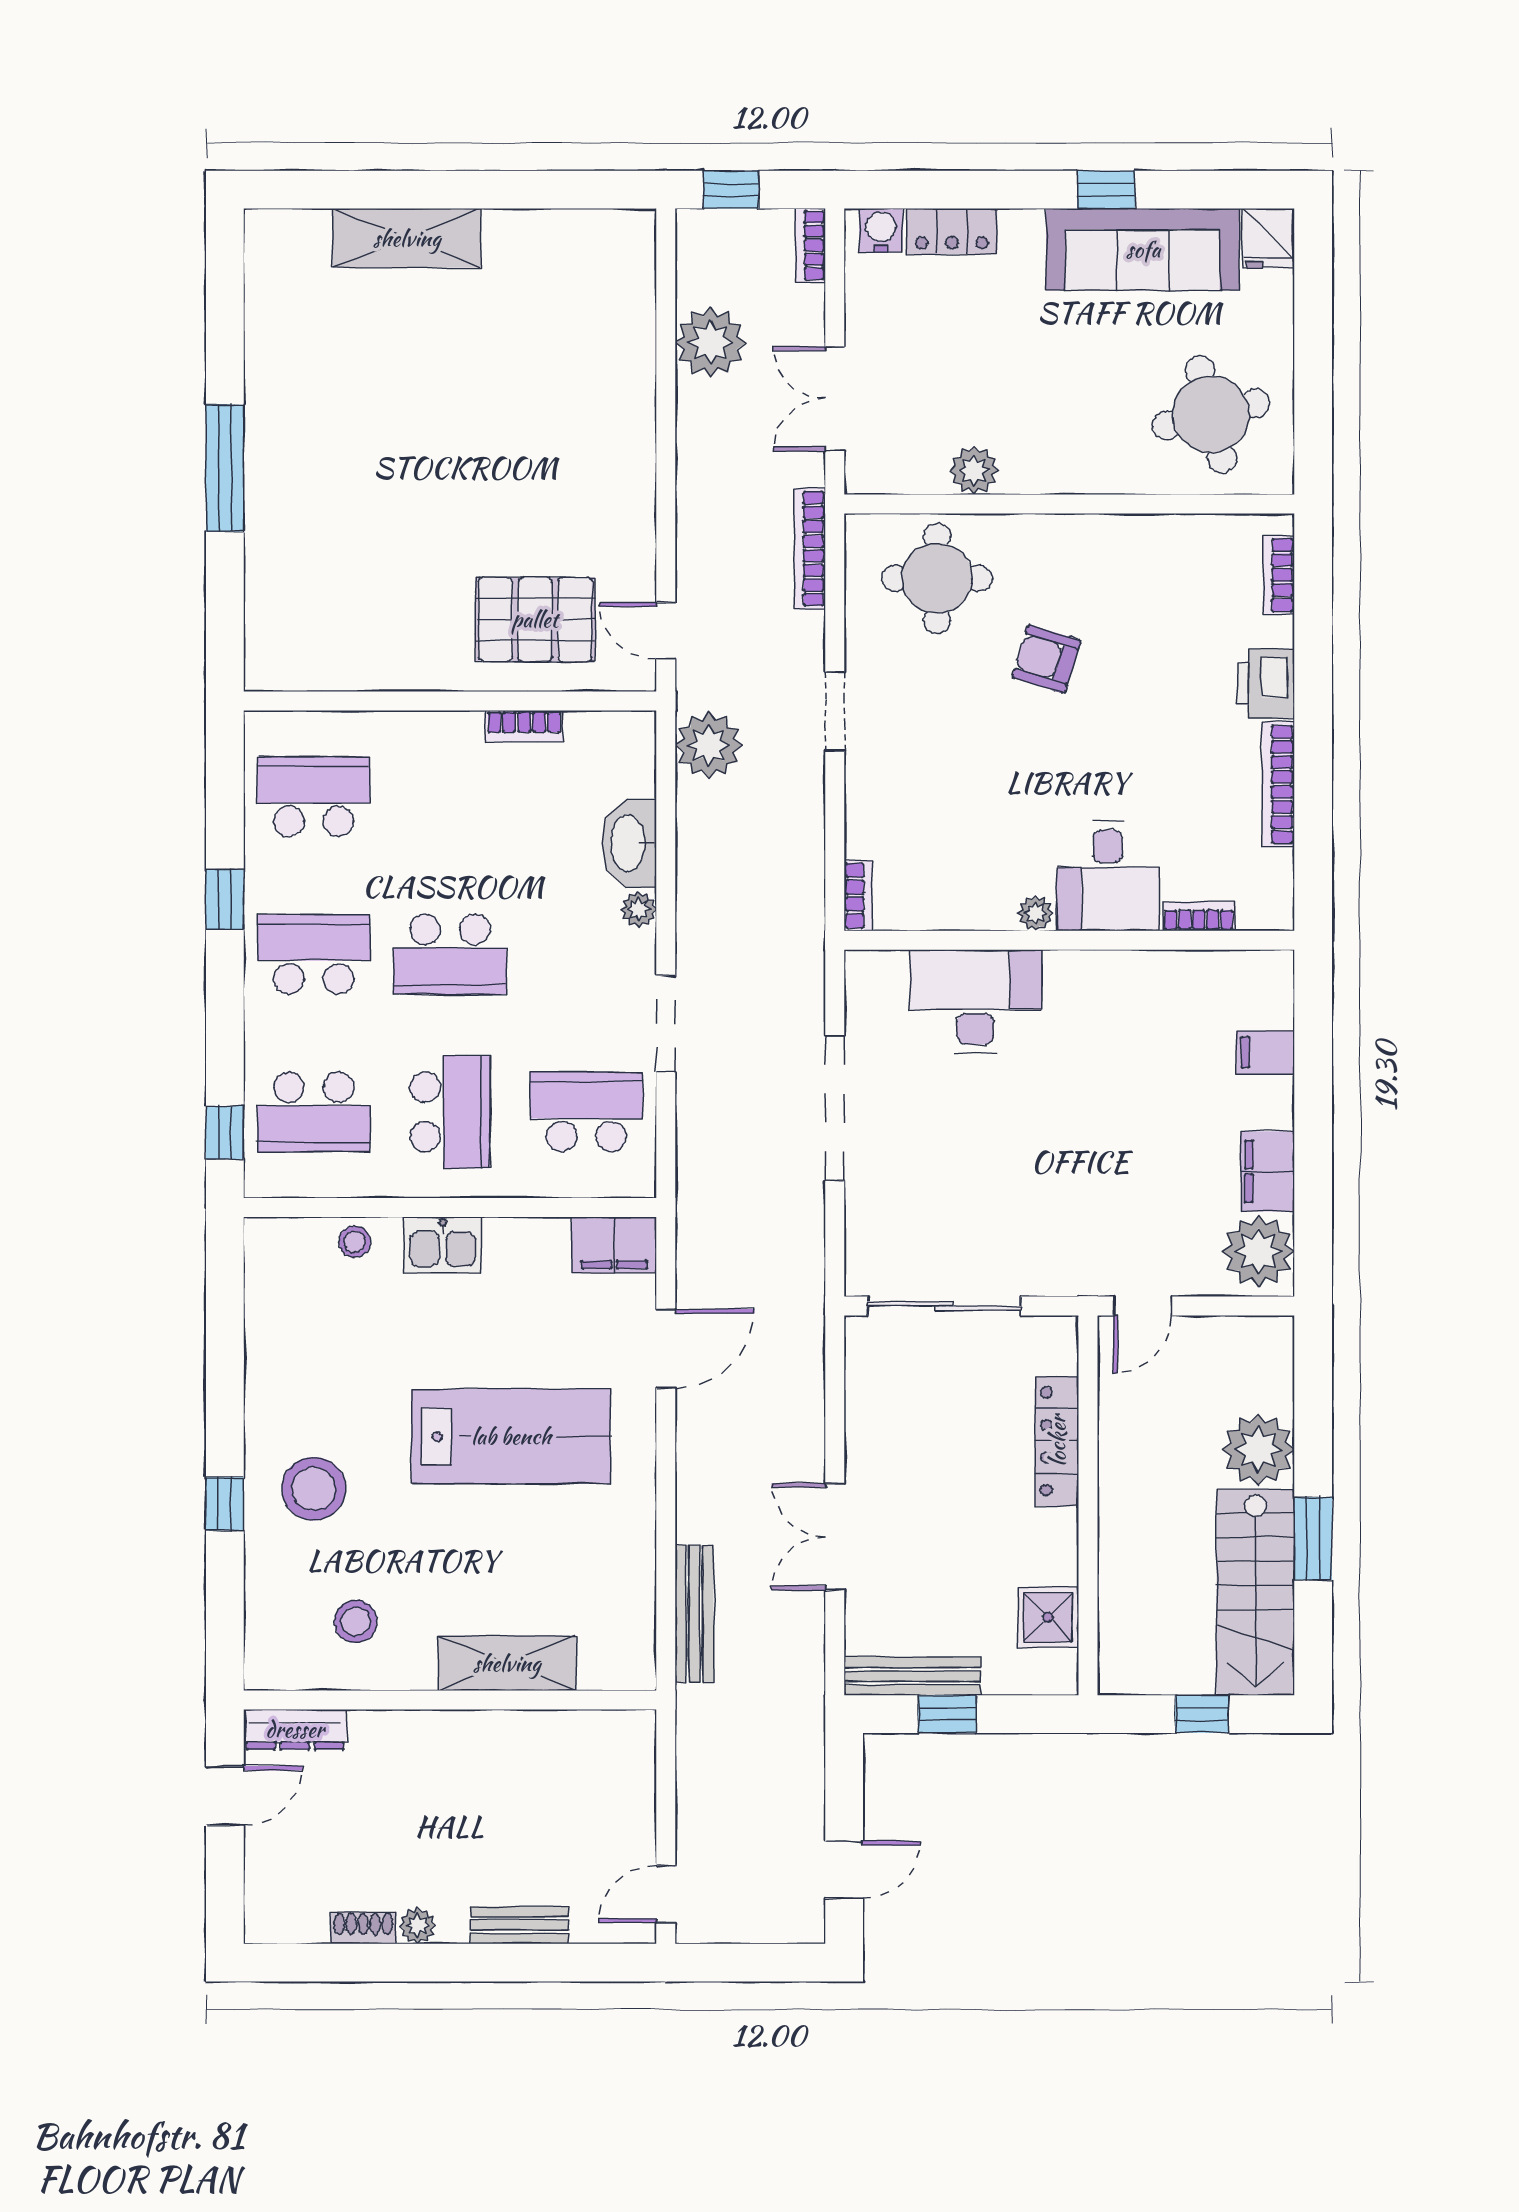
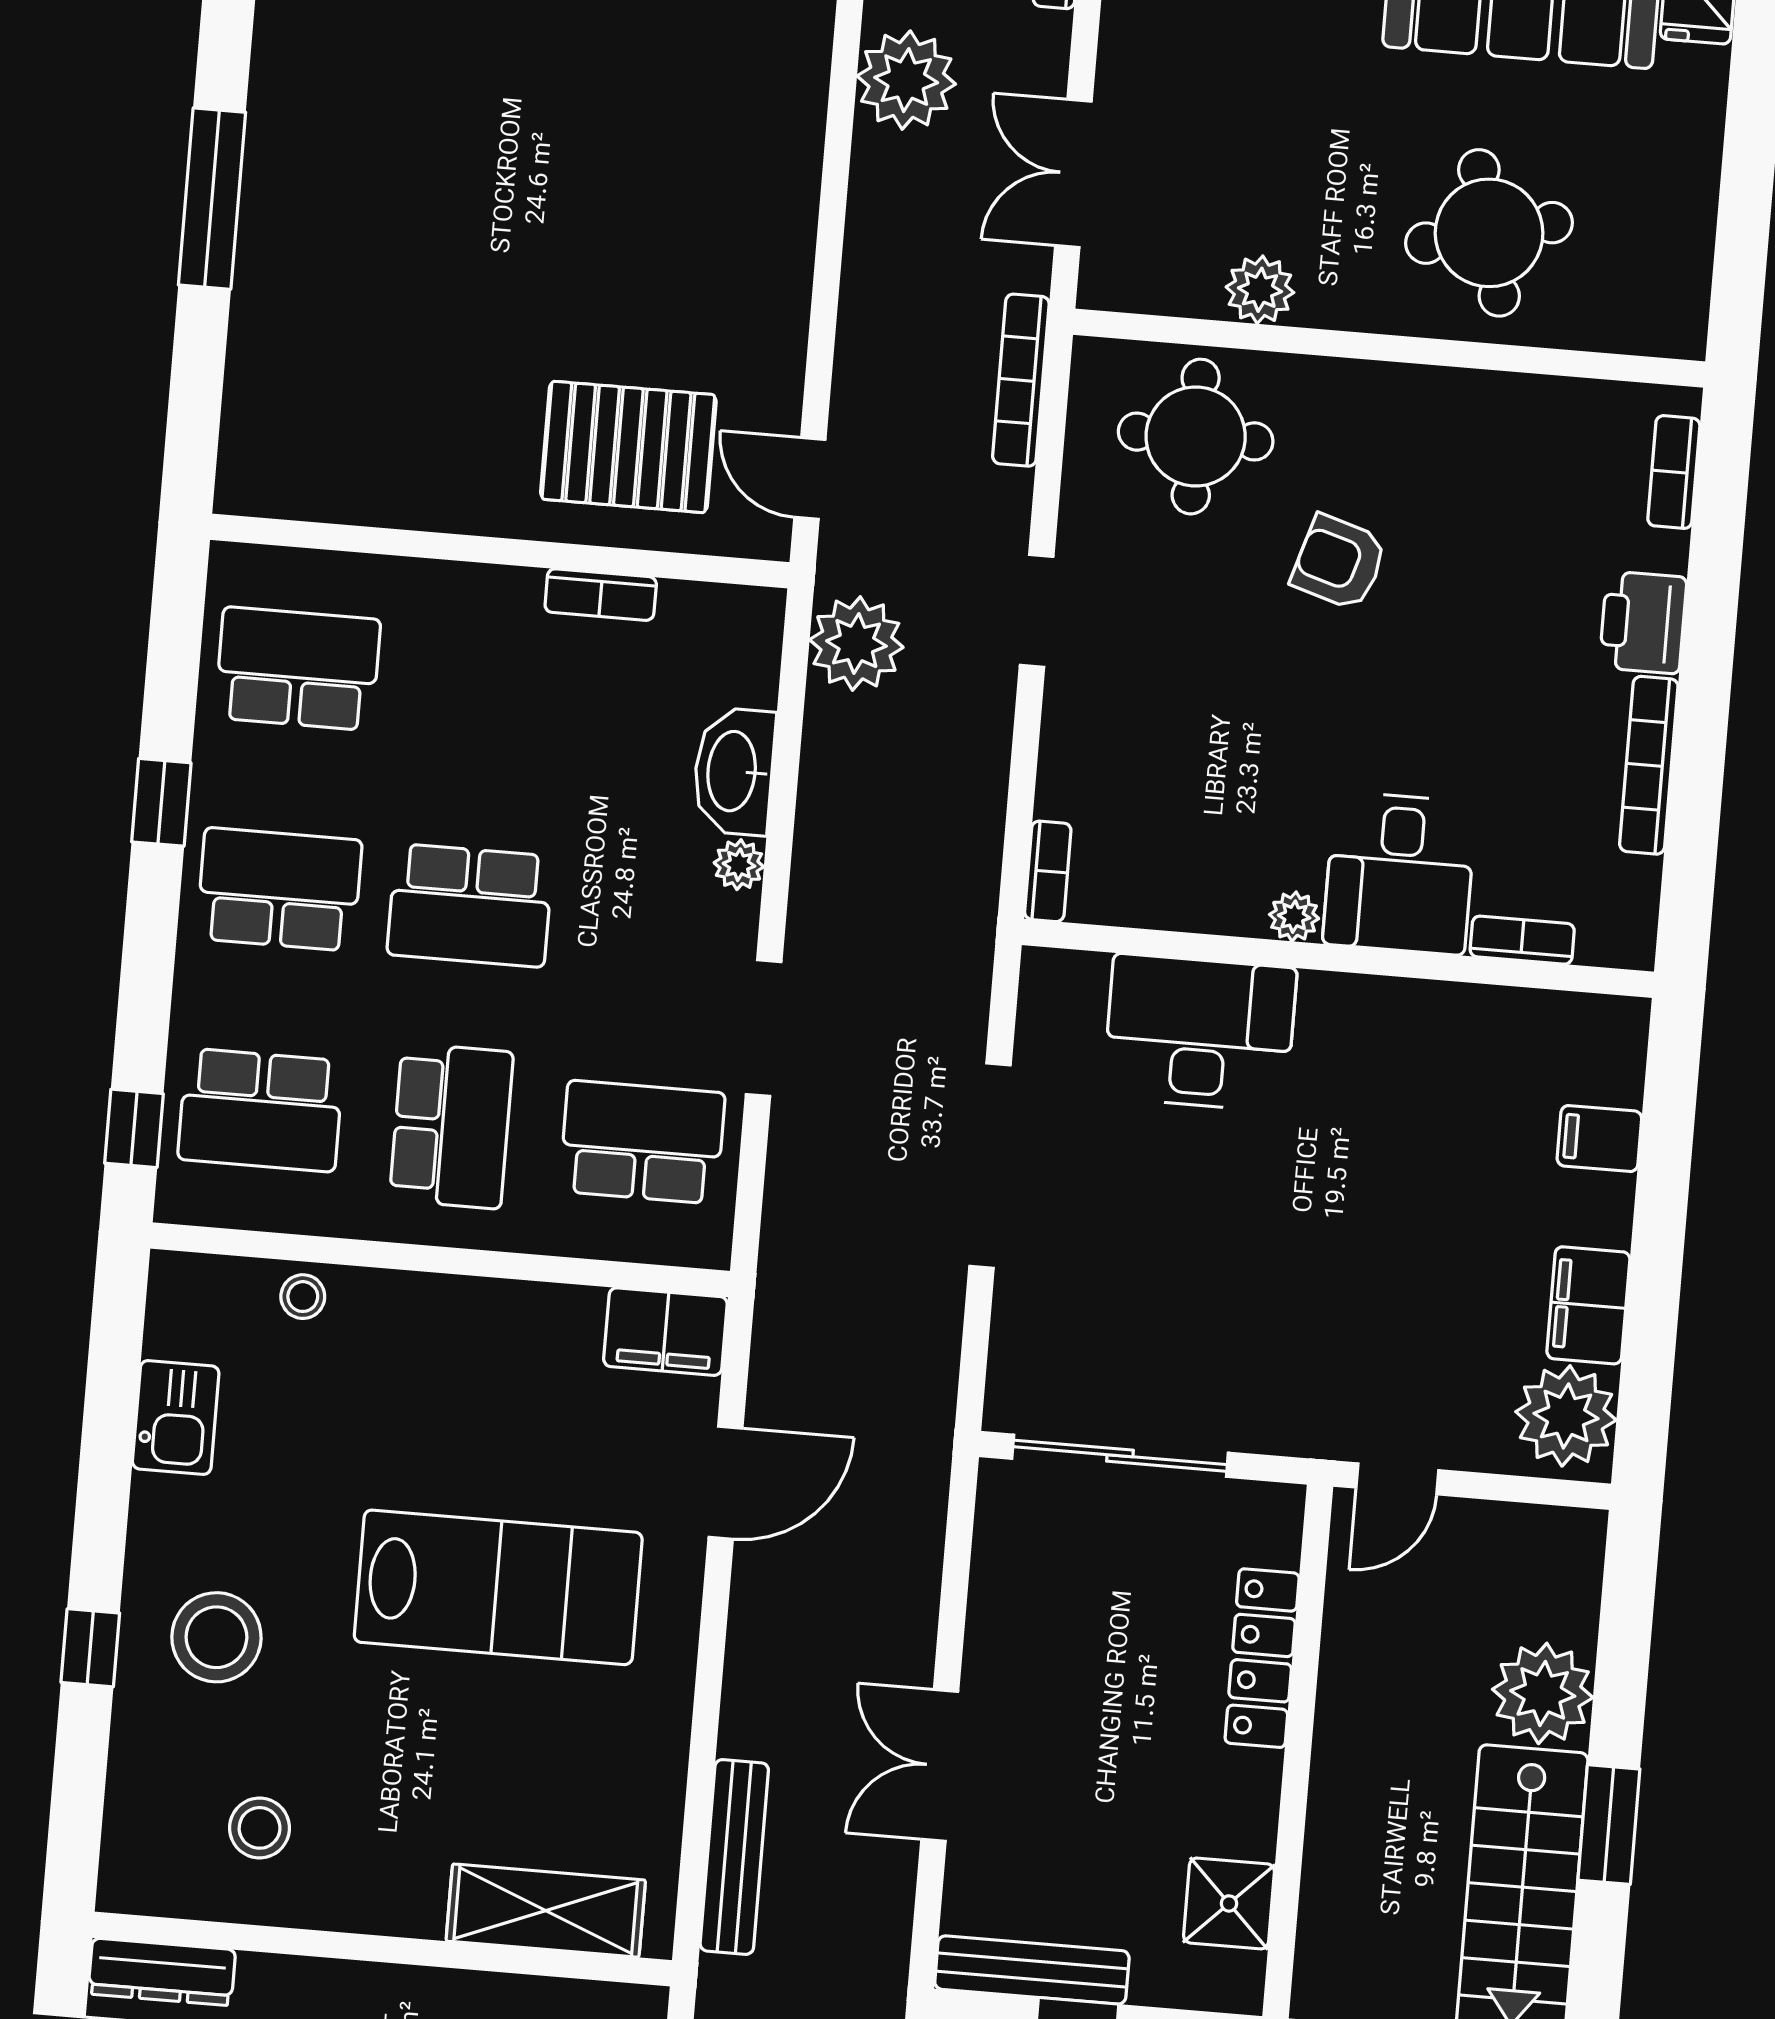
round table: (1211, 414) -> (1489, 233), moved
kitchen sink: (443, 1245) -> (176, 1417), moved, turned -90
shelving: (507, 1663) -> (546, 1911), moved

